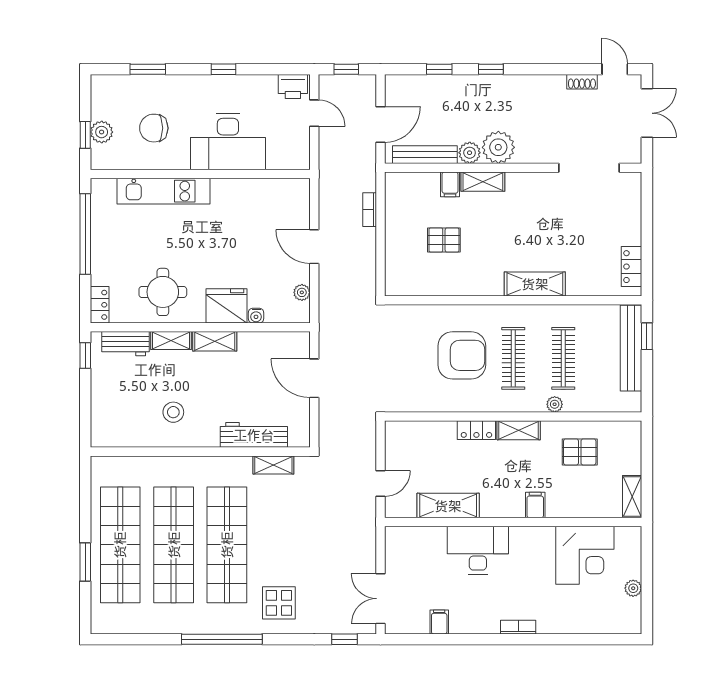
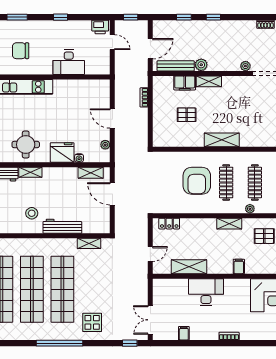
desk: (228, 142) -> (69, 62), width x0.73, depth x0.77
plant: (498, 147) -> (245, 66), moved, width x0.53, depth x0.53
filing cabinet: (450, 184) -> (185, 83), width x2.00
shelving: (535, 284) -> (222, 140), moved
shelving: (215, 341) -> (91, 173), moved
armchair: (462, 355) -> (197, 181), turned 90
locker: (476, 430) -> (169, 224), moved
workbench: (254, 435) -> (62, 226), moved

